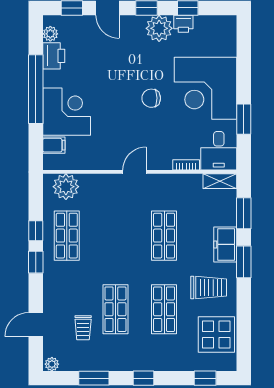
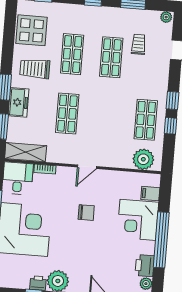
chair: (151, 98) -> (86, 213), moved
shelving: (220, 181) -> (26, 152), width x1.50, depth x1.33

